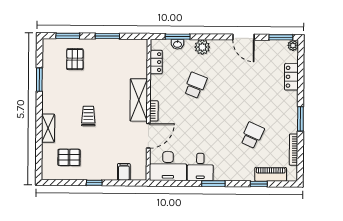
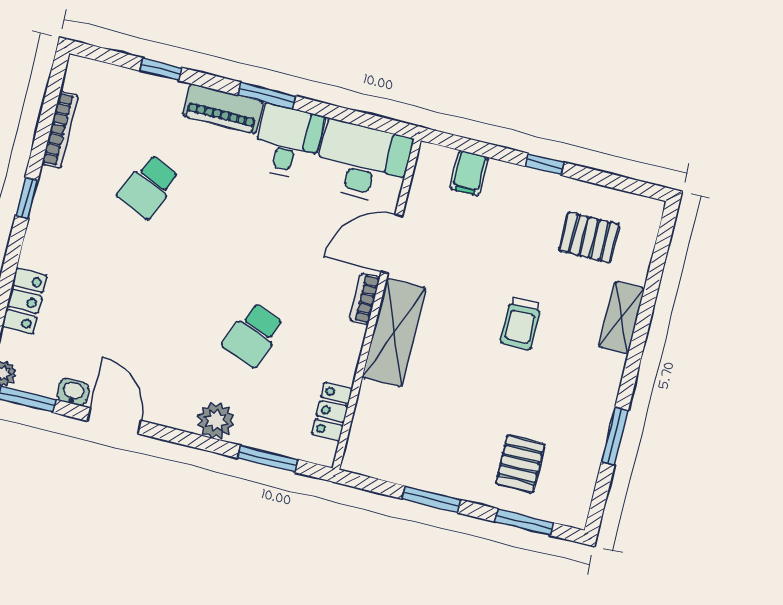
washbasin: (177, 44) -> (73, 392), moved
window: (300, 119) -> (27, 198), width x0.67
piano: (271, 174) -> (223, 109), moved

